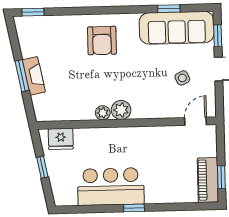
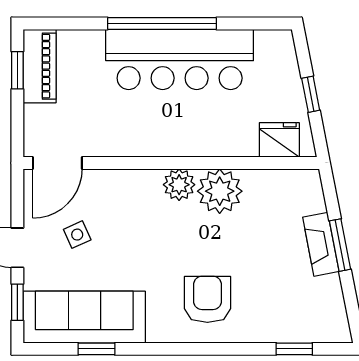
window: (33, 12) -> (294, 349), moved
plant: (103, 113) -> (220, 191), width x1.88, depth x1.88
door: (196, 121) -> (57, 163), width x1.37
bar counter: (111, 187) -> (180, 59), width x1.36
window: (134, 208) -> (162, 24), width x3.17

